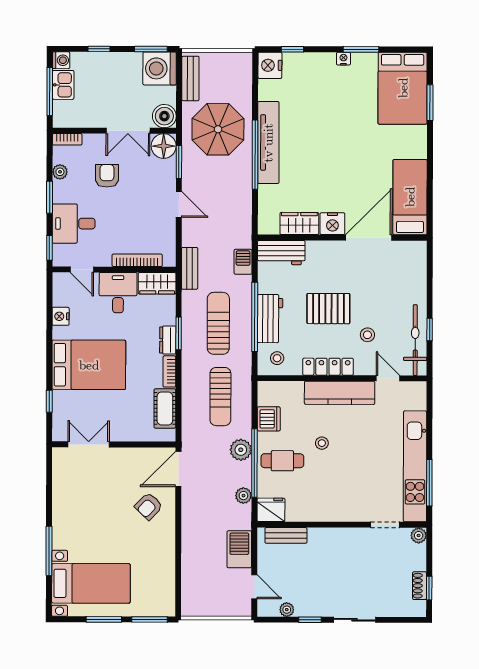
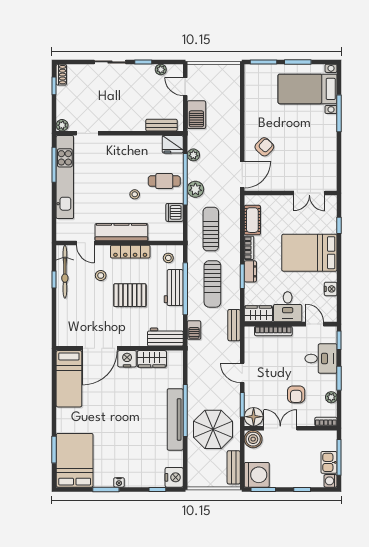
shoe rack: (420, 586) -> (61, 75), moved

